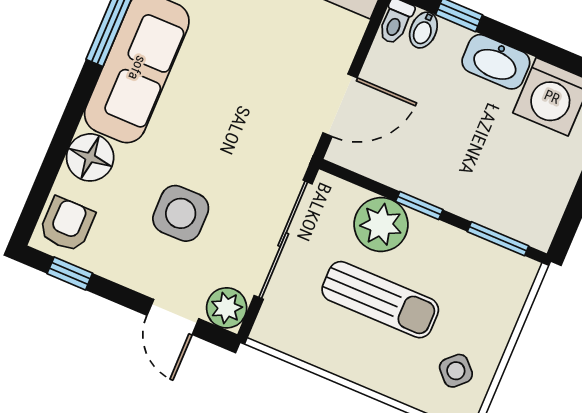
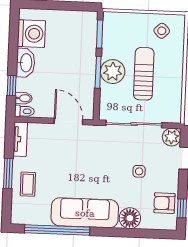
window: (419, 206) -> (98, 72), width x1.50
side table: (181, 213) -> (139, 171), width x0.54, depth x0.54
armchair: (67, 224) -> (164, 203), moved
plant: (381, 225) -> (113, 72), moved

